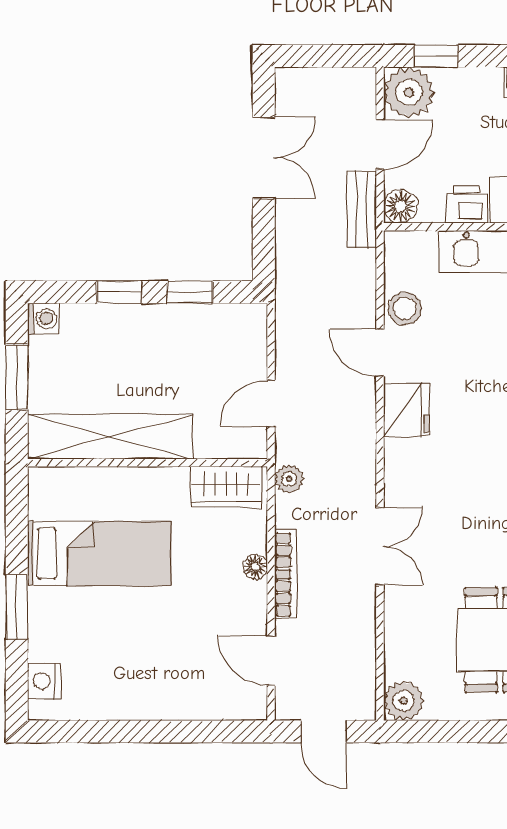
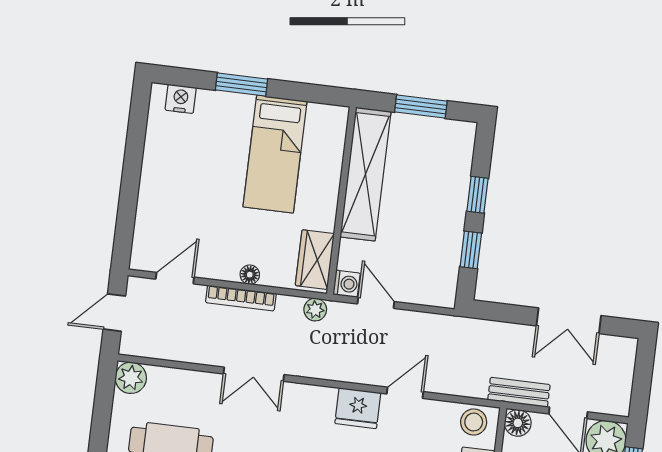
stool: (405, 308) -> (474, 422), moved
washing machine: (43, 319) -> (346, 284), moved, turned -90

